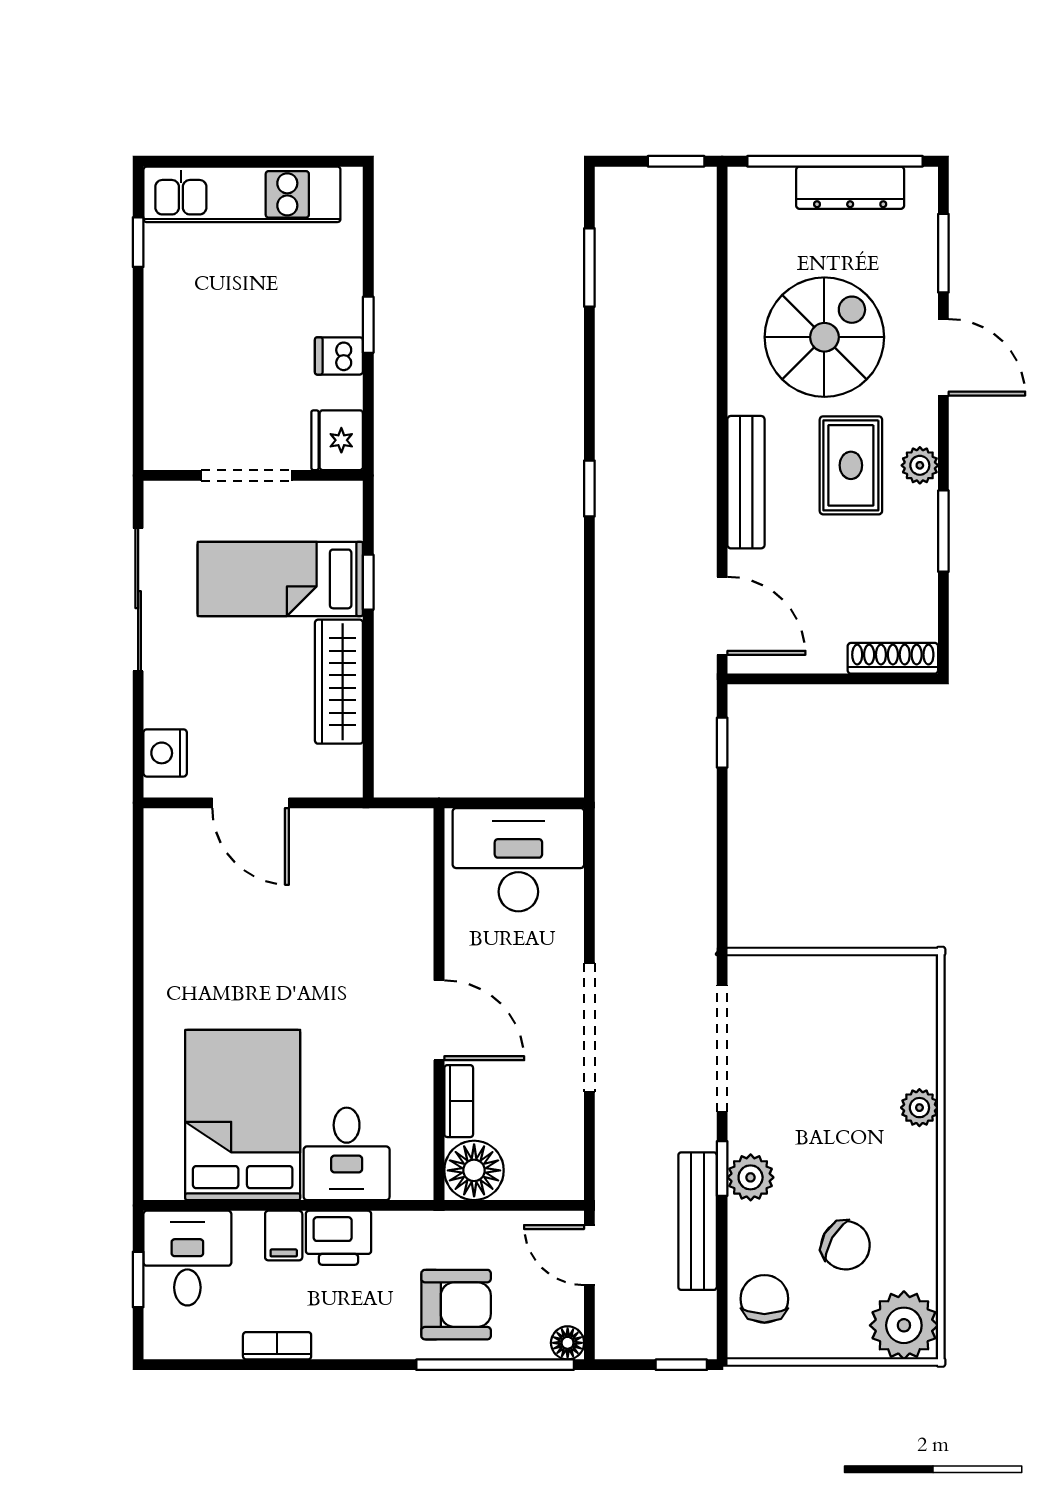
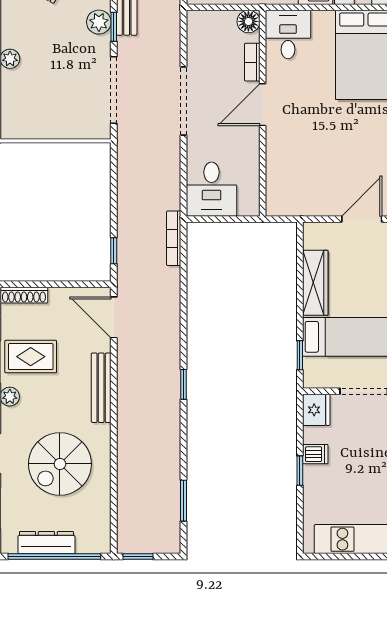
rug: (851, 465) -> (31, 357), moved, turned 90
window: (368, 582) -> (300, 355), moved
bookcase: (608, 766) -> (174, 238), added
door: (251, 803) -> (362, 219), hinge flipped
desk: (518, 860) -> (212, 189), width x0.73
door: (439, 1020) -> (263, 105), hinge flipped
desk: (347, 1154) -> (288, 34), moved
floor lamp: (474, 1170) -> (248, 21), width x0.73, depth x0.73

